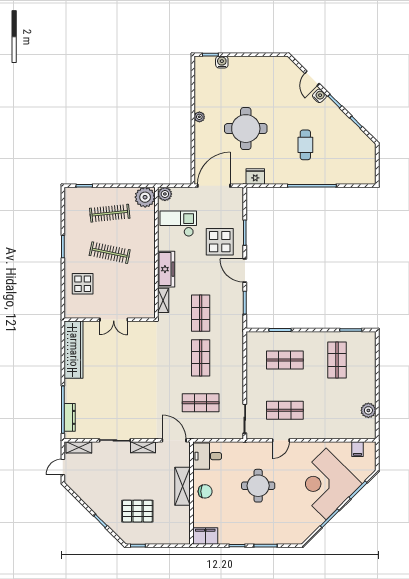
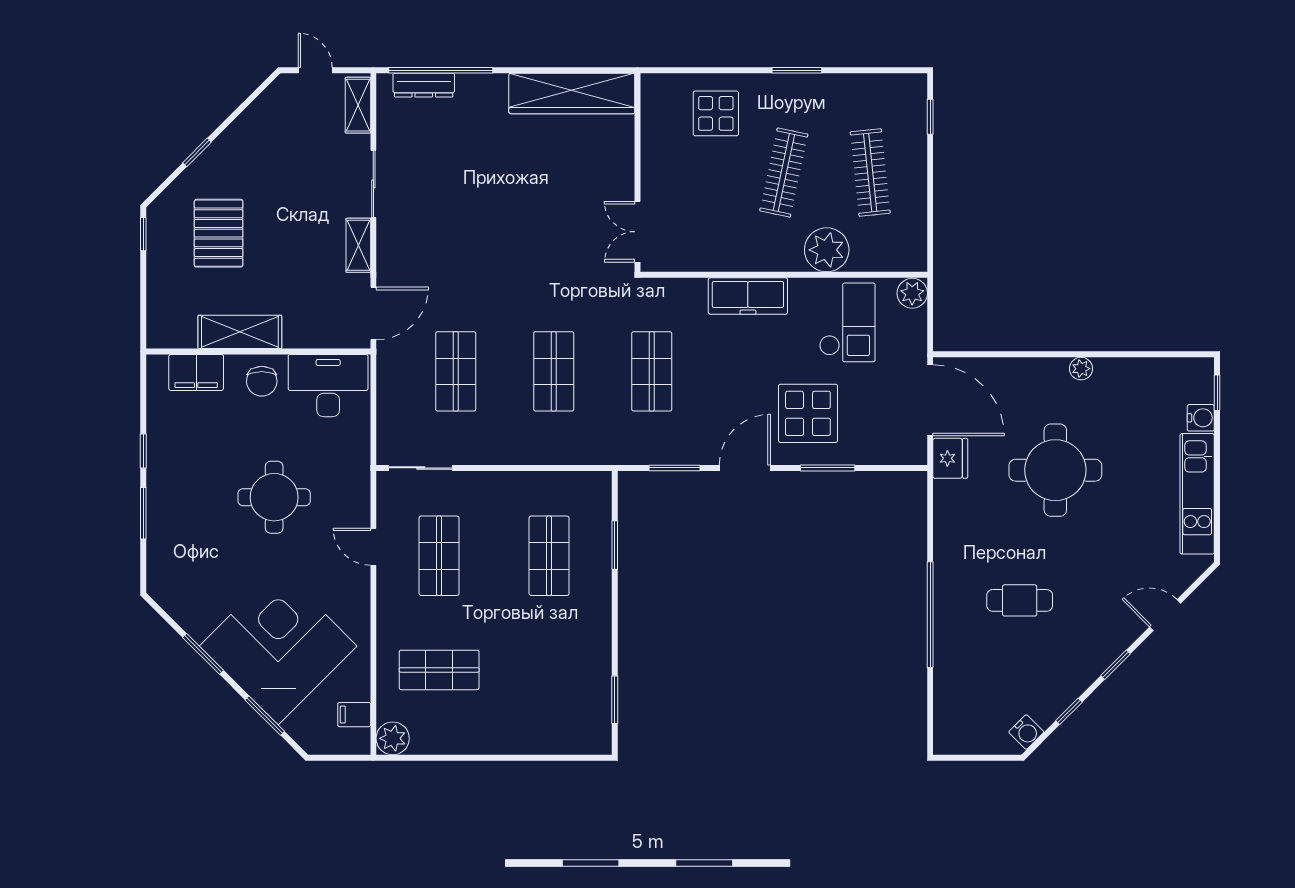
kitchen unit: (257, 64) -> (1197, 494), added
water cooler: (319, 96) -> (1026, 732), moved
fridge: (255, 177) -> (950, 458), moved
plant: (145, 197) -> (827, 250), moved
shelving: (163, 300) -> (680, 290), removed
shop shelf: (201, 313) -> (652, 371), turned 90
double door: (114, 320) -> (638, 232), moved
shop shelf: (201, 358) -> (554, 371), turned 90
shop shelf: (337, 360) -> (439, 670), moved
plant: (368, 410) -> (393, 738), moved
desk: (207, 456) -> (328, 386), width x1.37
shelving: (183, 486) -> (240, 332), moved
filing cabinet: (205, 536) -> (196, 372), moved, turned 90

